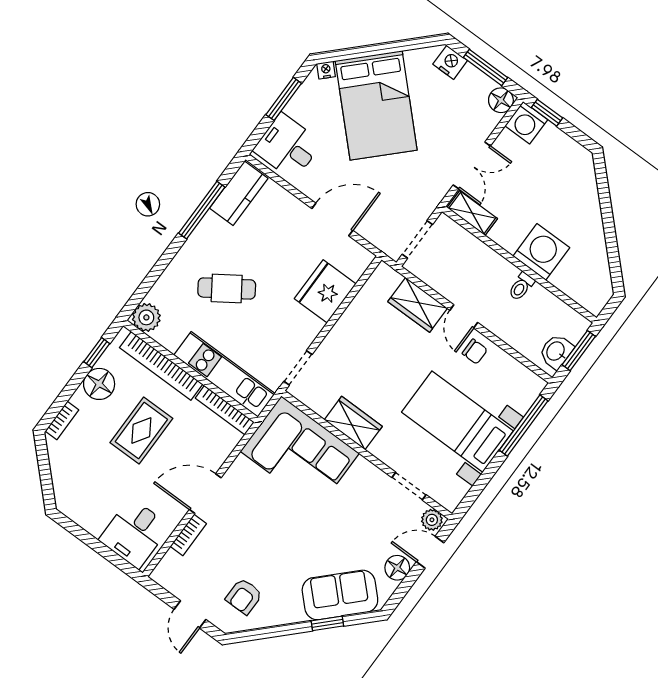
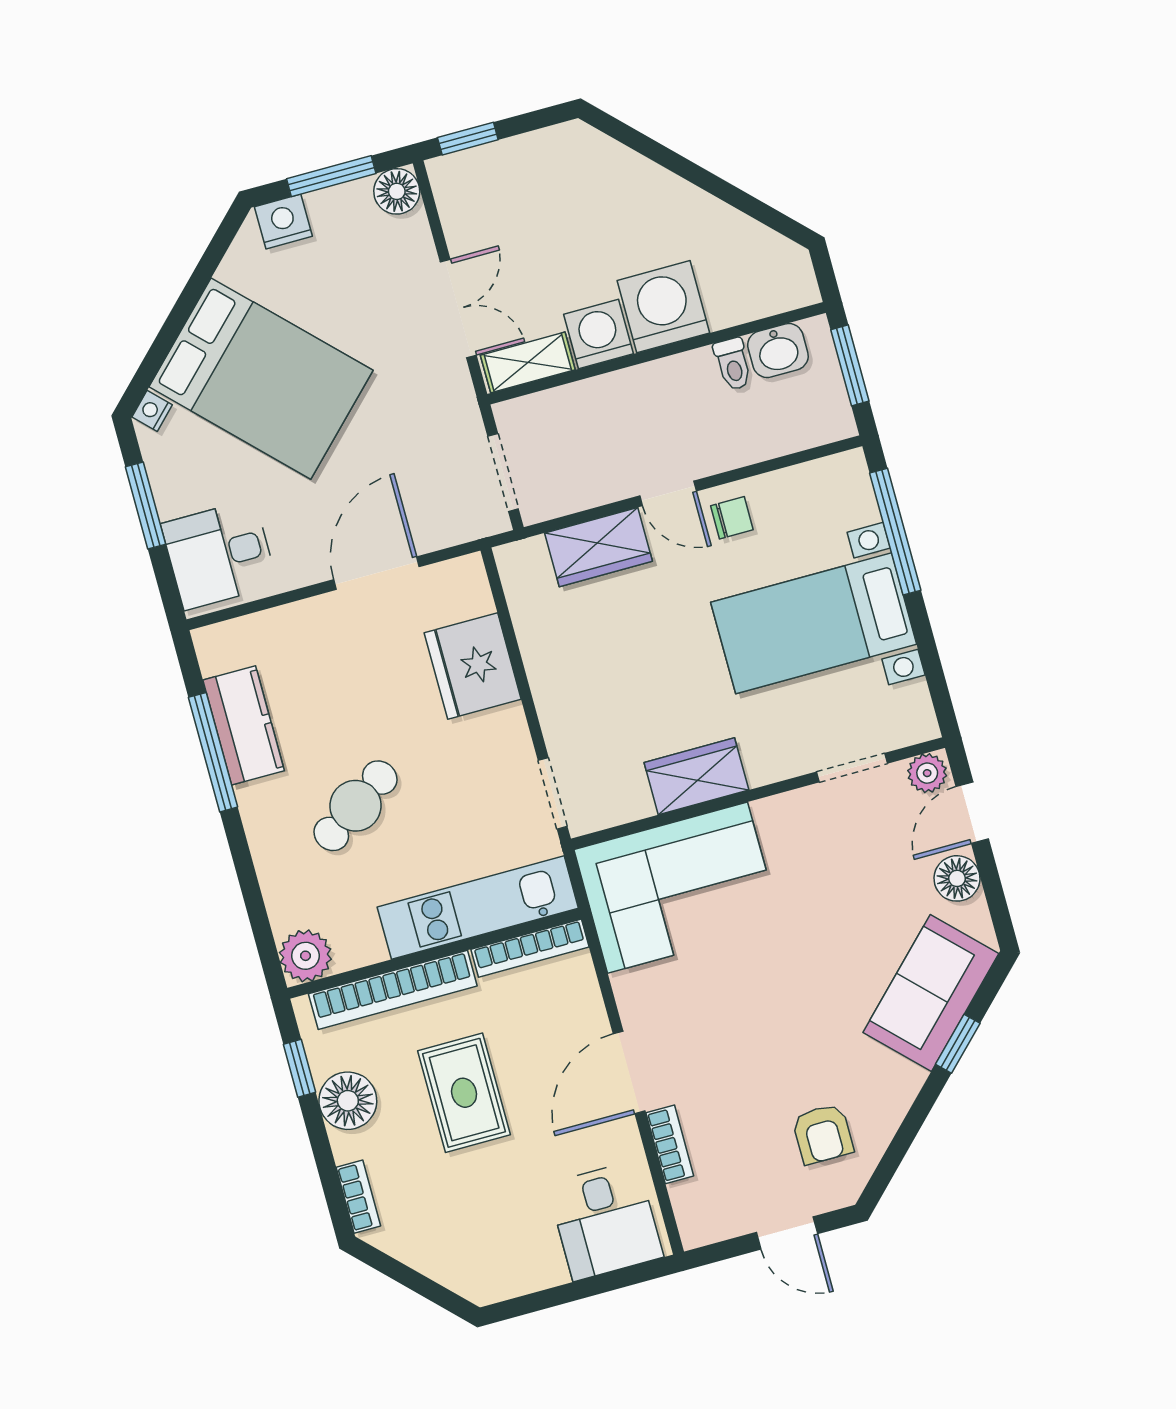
washing machine: (526, 123) -> (599, 334), moved, turned 180
kitchen counter: (239, 193) -> (244, 725), moved
toilet: (521, 287) -> (733, 364), moved
washbasin: (556, 351) -> (778, 351), moved, turned -90

